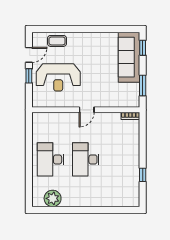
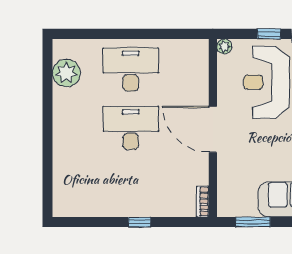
plant: (37, 103) -> (224, 46), added
door: (87, 110) -> (213, 129), width x1.87
window: (143, 175) -> (139, 222), moved

